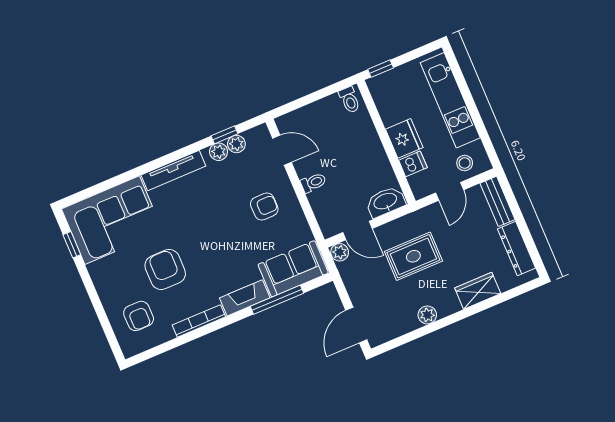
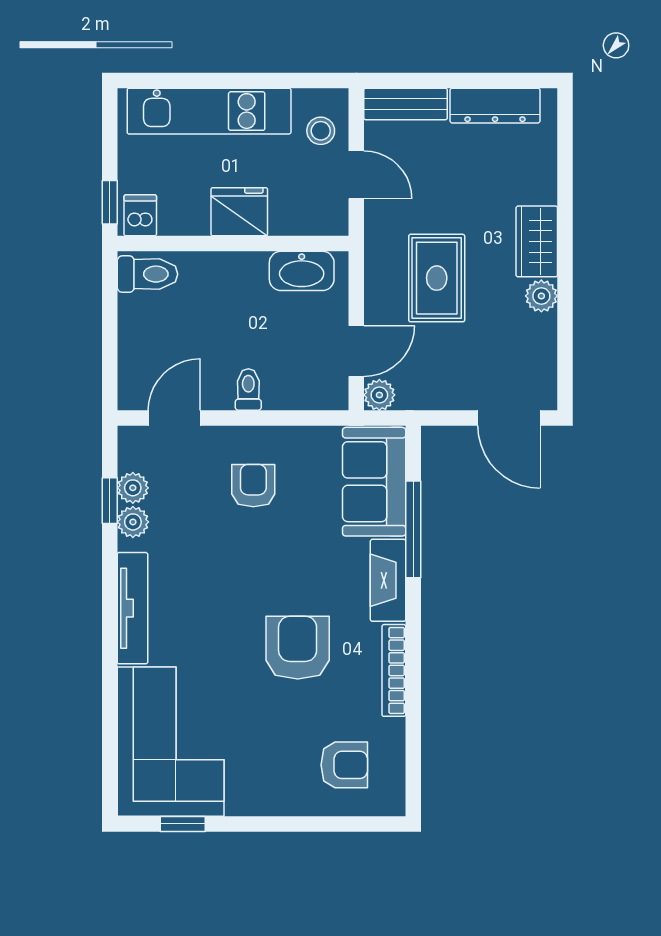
toilet: (349, 100) -> (147, 274), width x1.37, depth x1.39
dishwasher: (413, 164) -> (140, 215), moved
washbasin: (385, 202) -> (302, 271), moved, turned -90
armchair: (165, 269) -> (298, 648), moved, turned 90
wardrobe: (478, 291) -> (537, 241), moved

